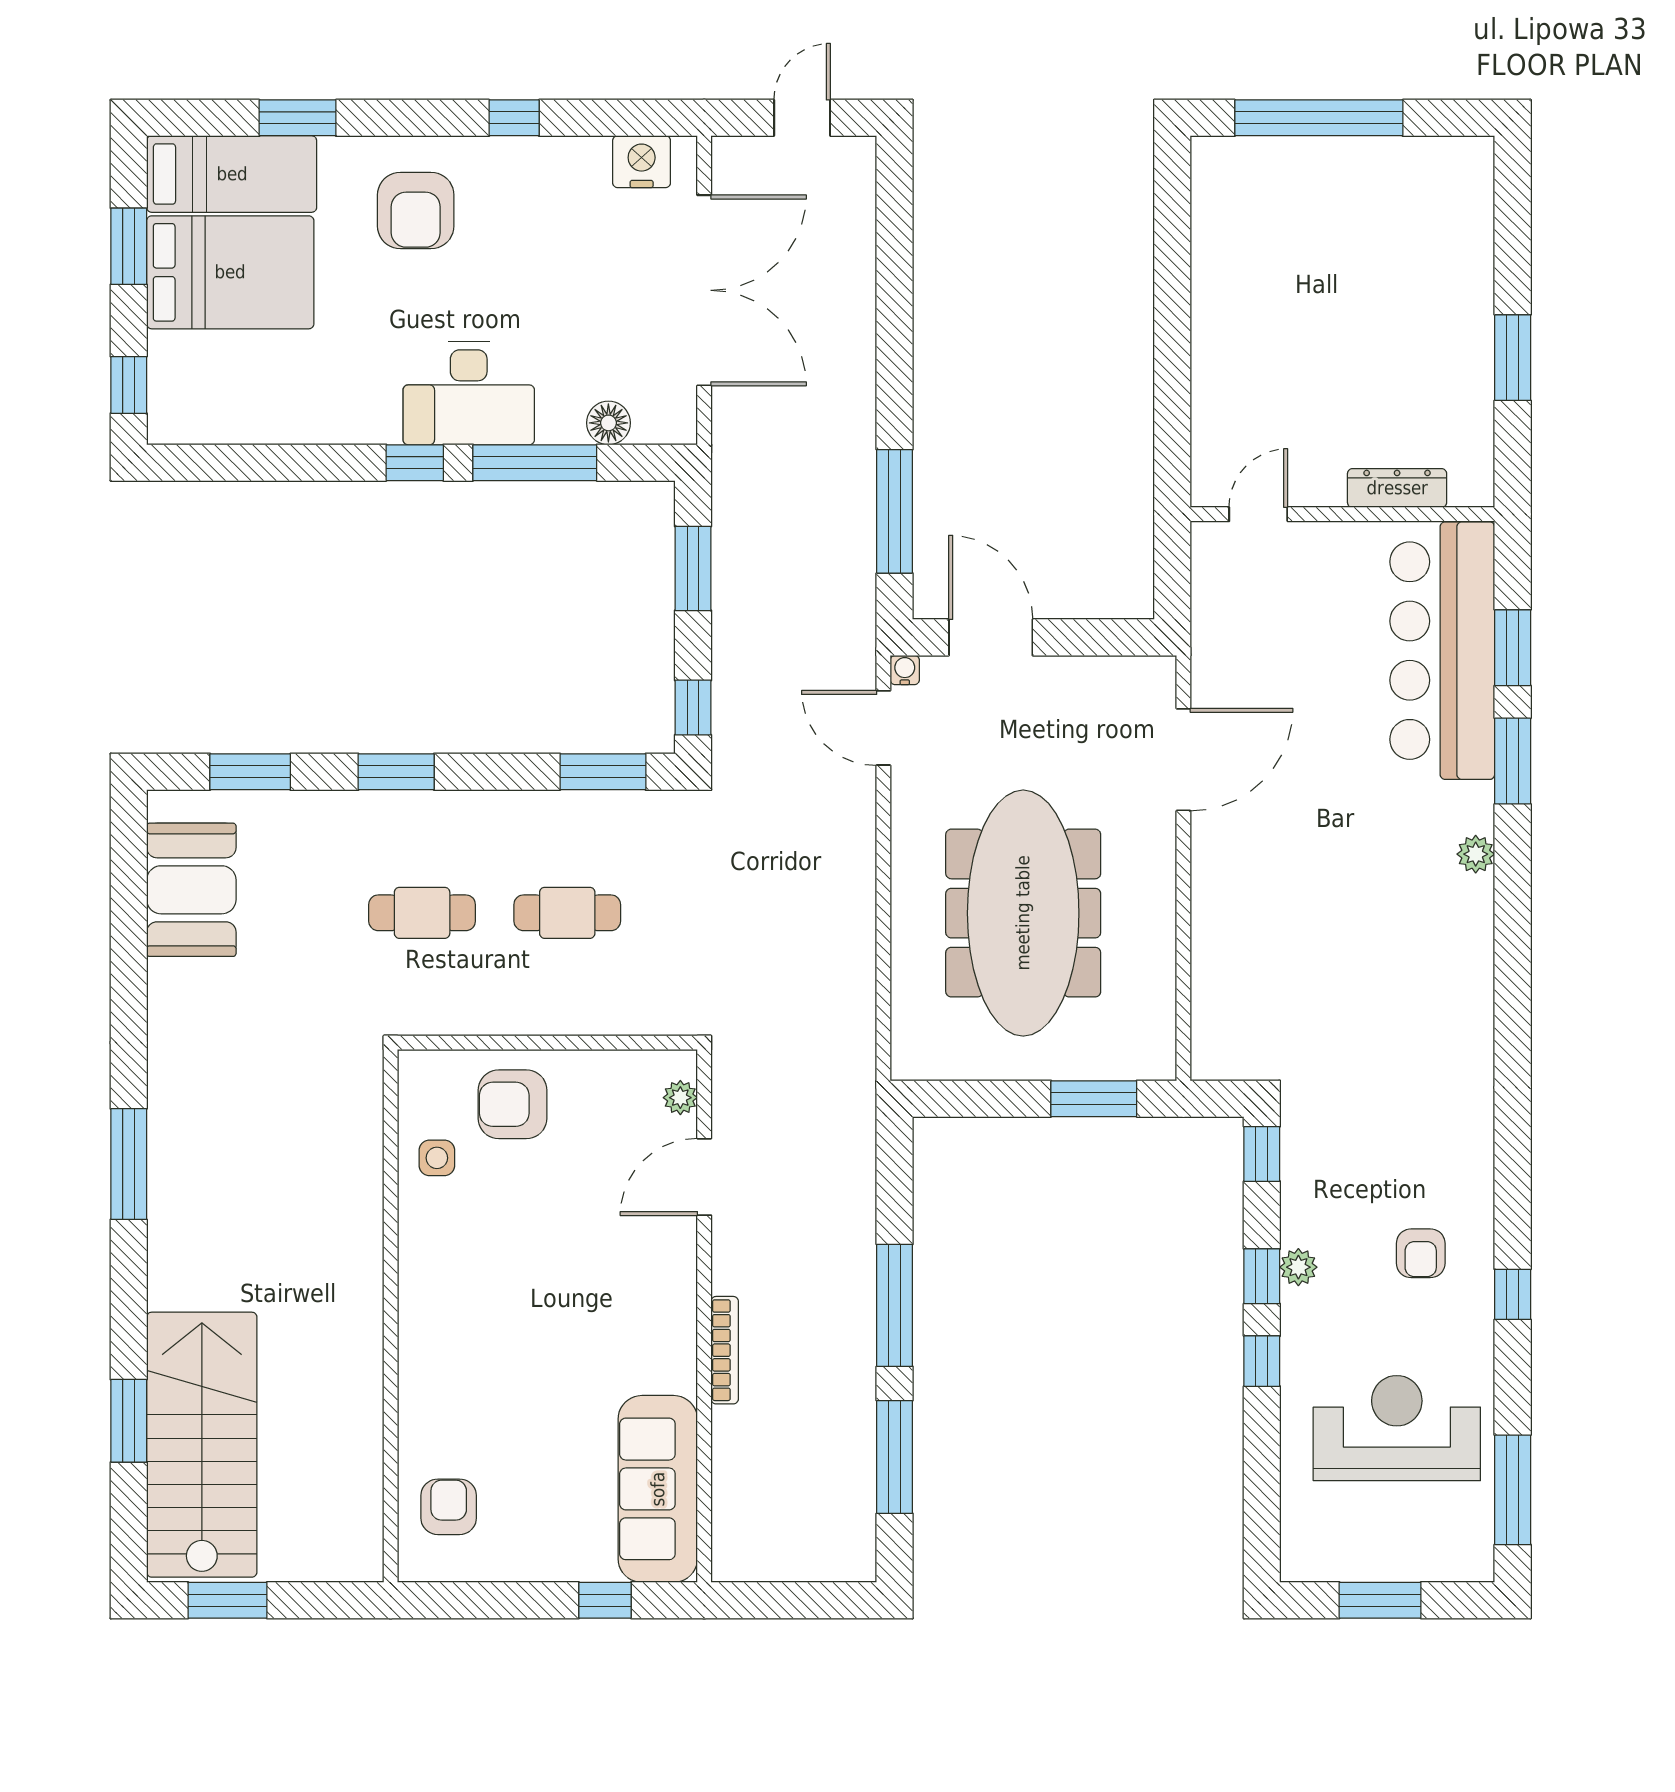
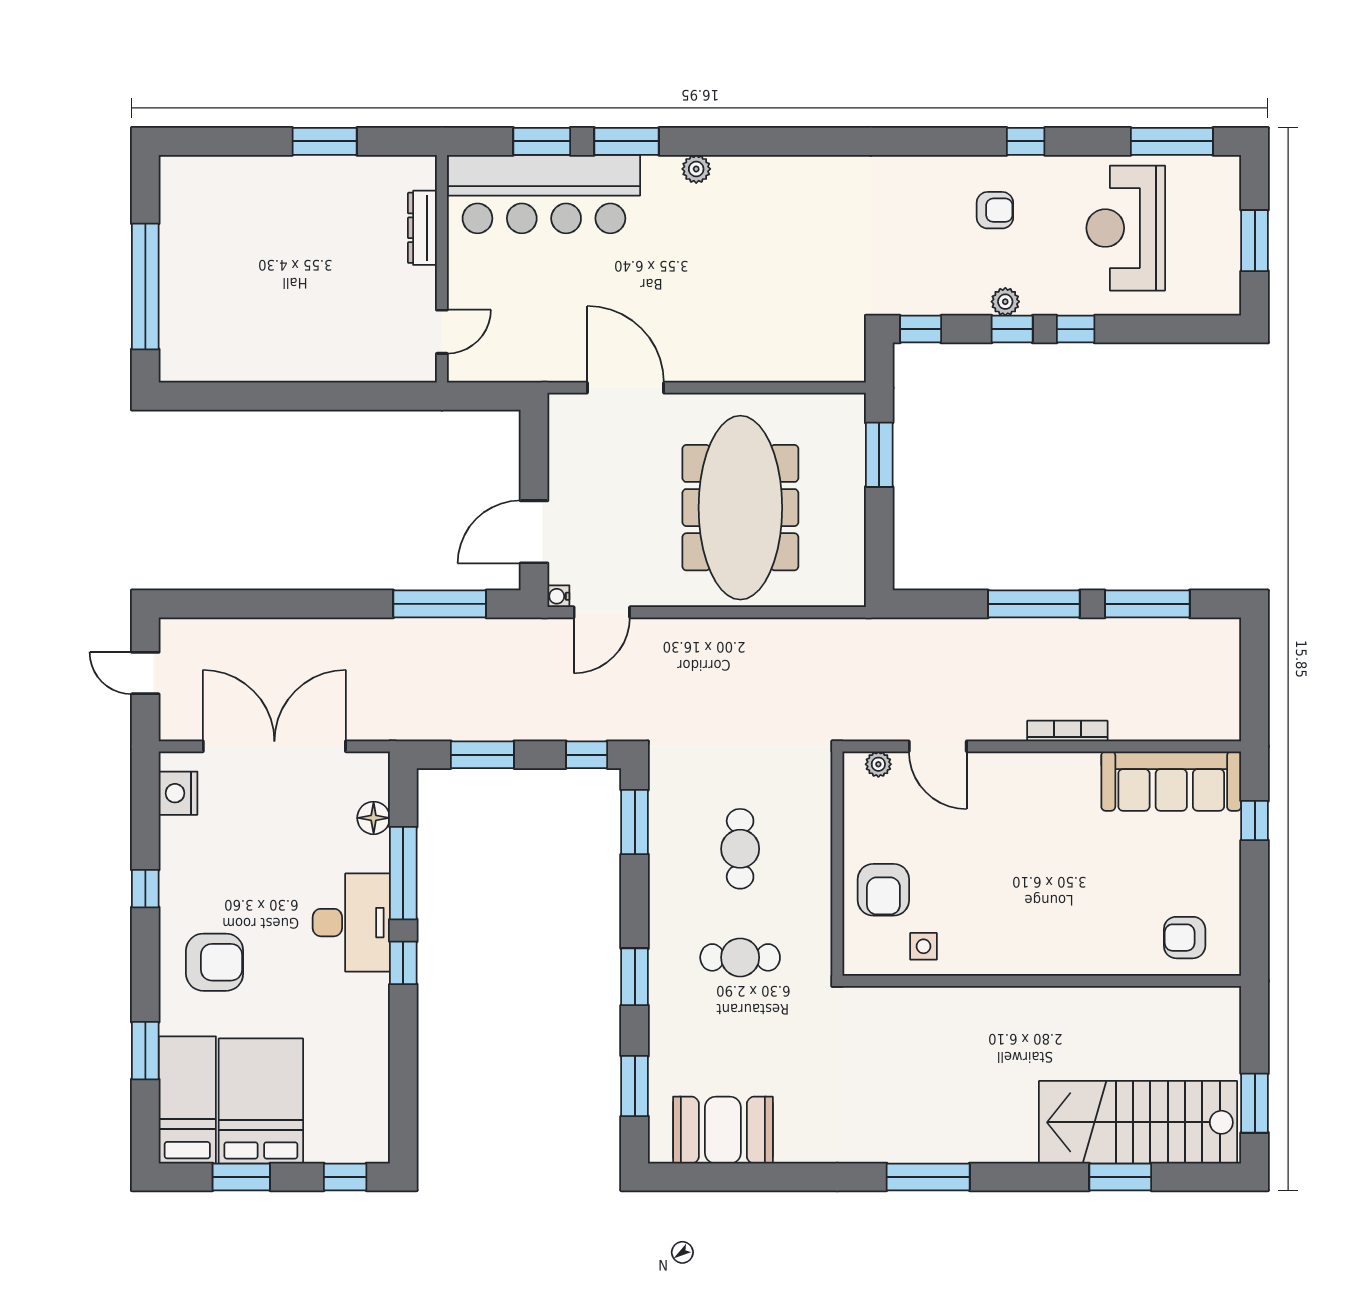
door: (1258, 514) -> (442, 332), swing flipped
cafe table: (422, 913) -> (740, 957), turned 90
meeting table: (1023, 913) -> (740, 508), turned 90

